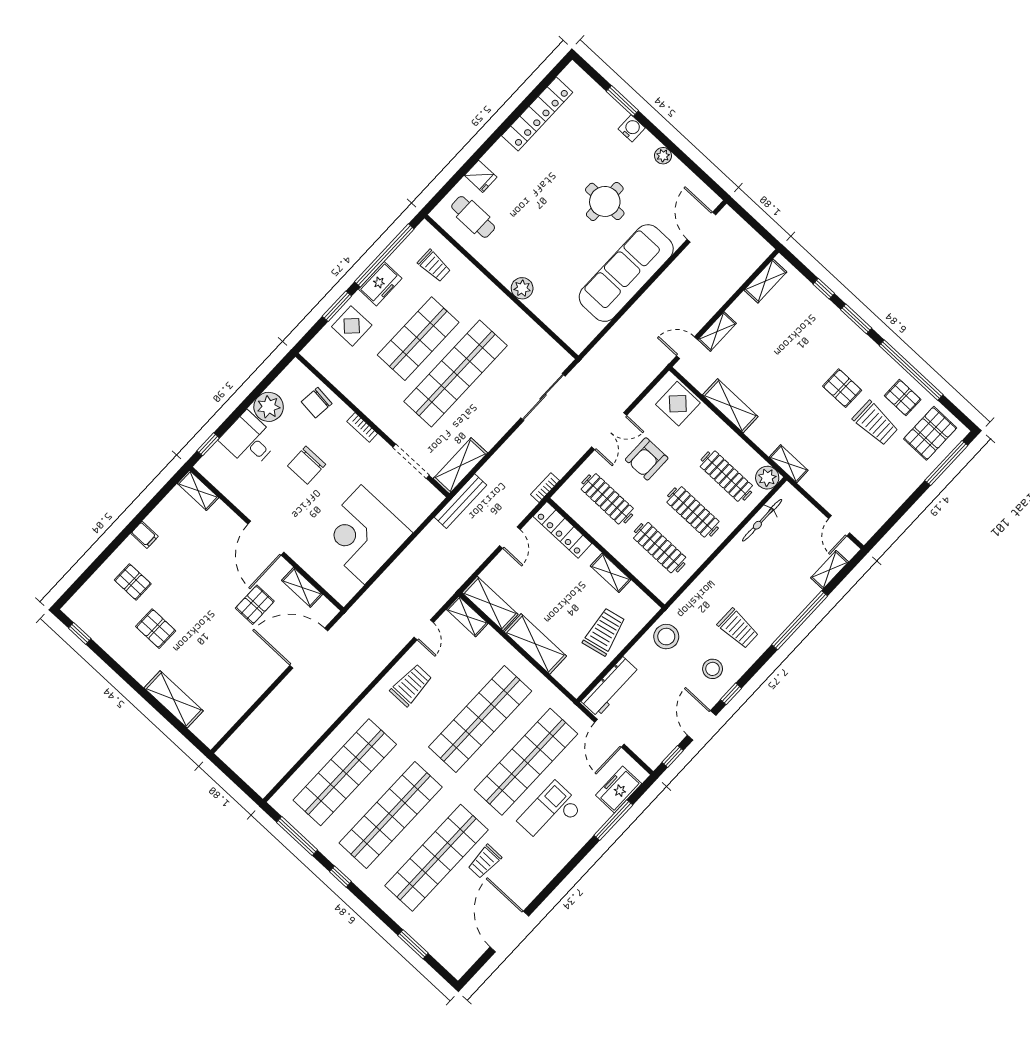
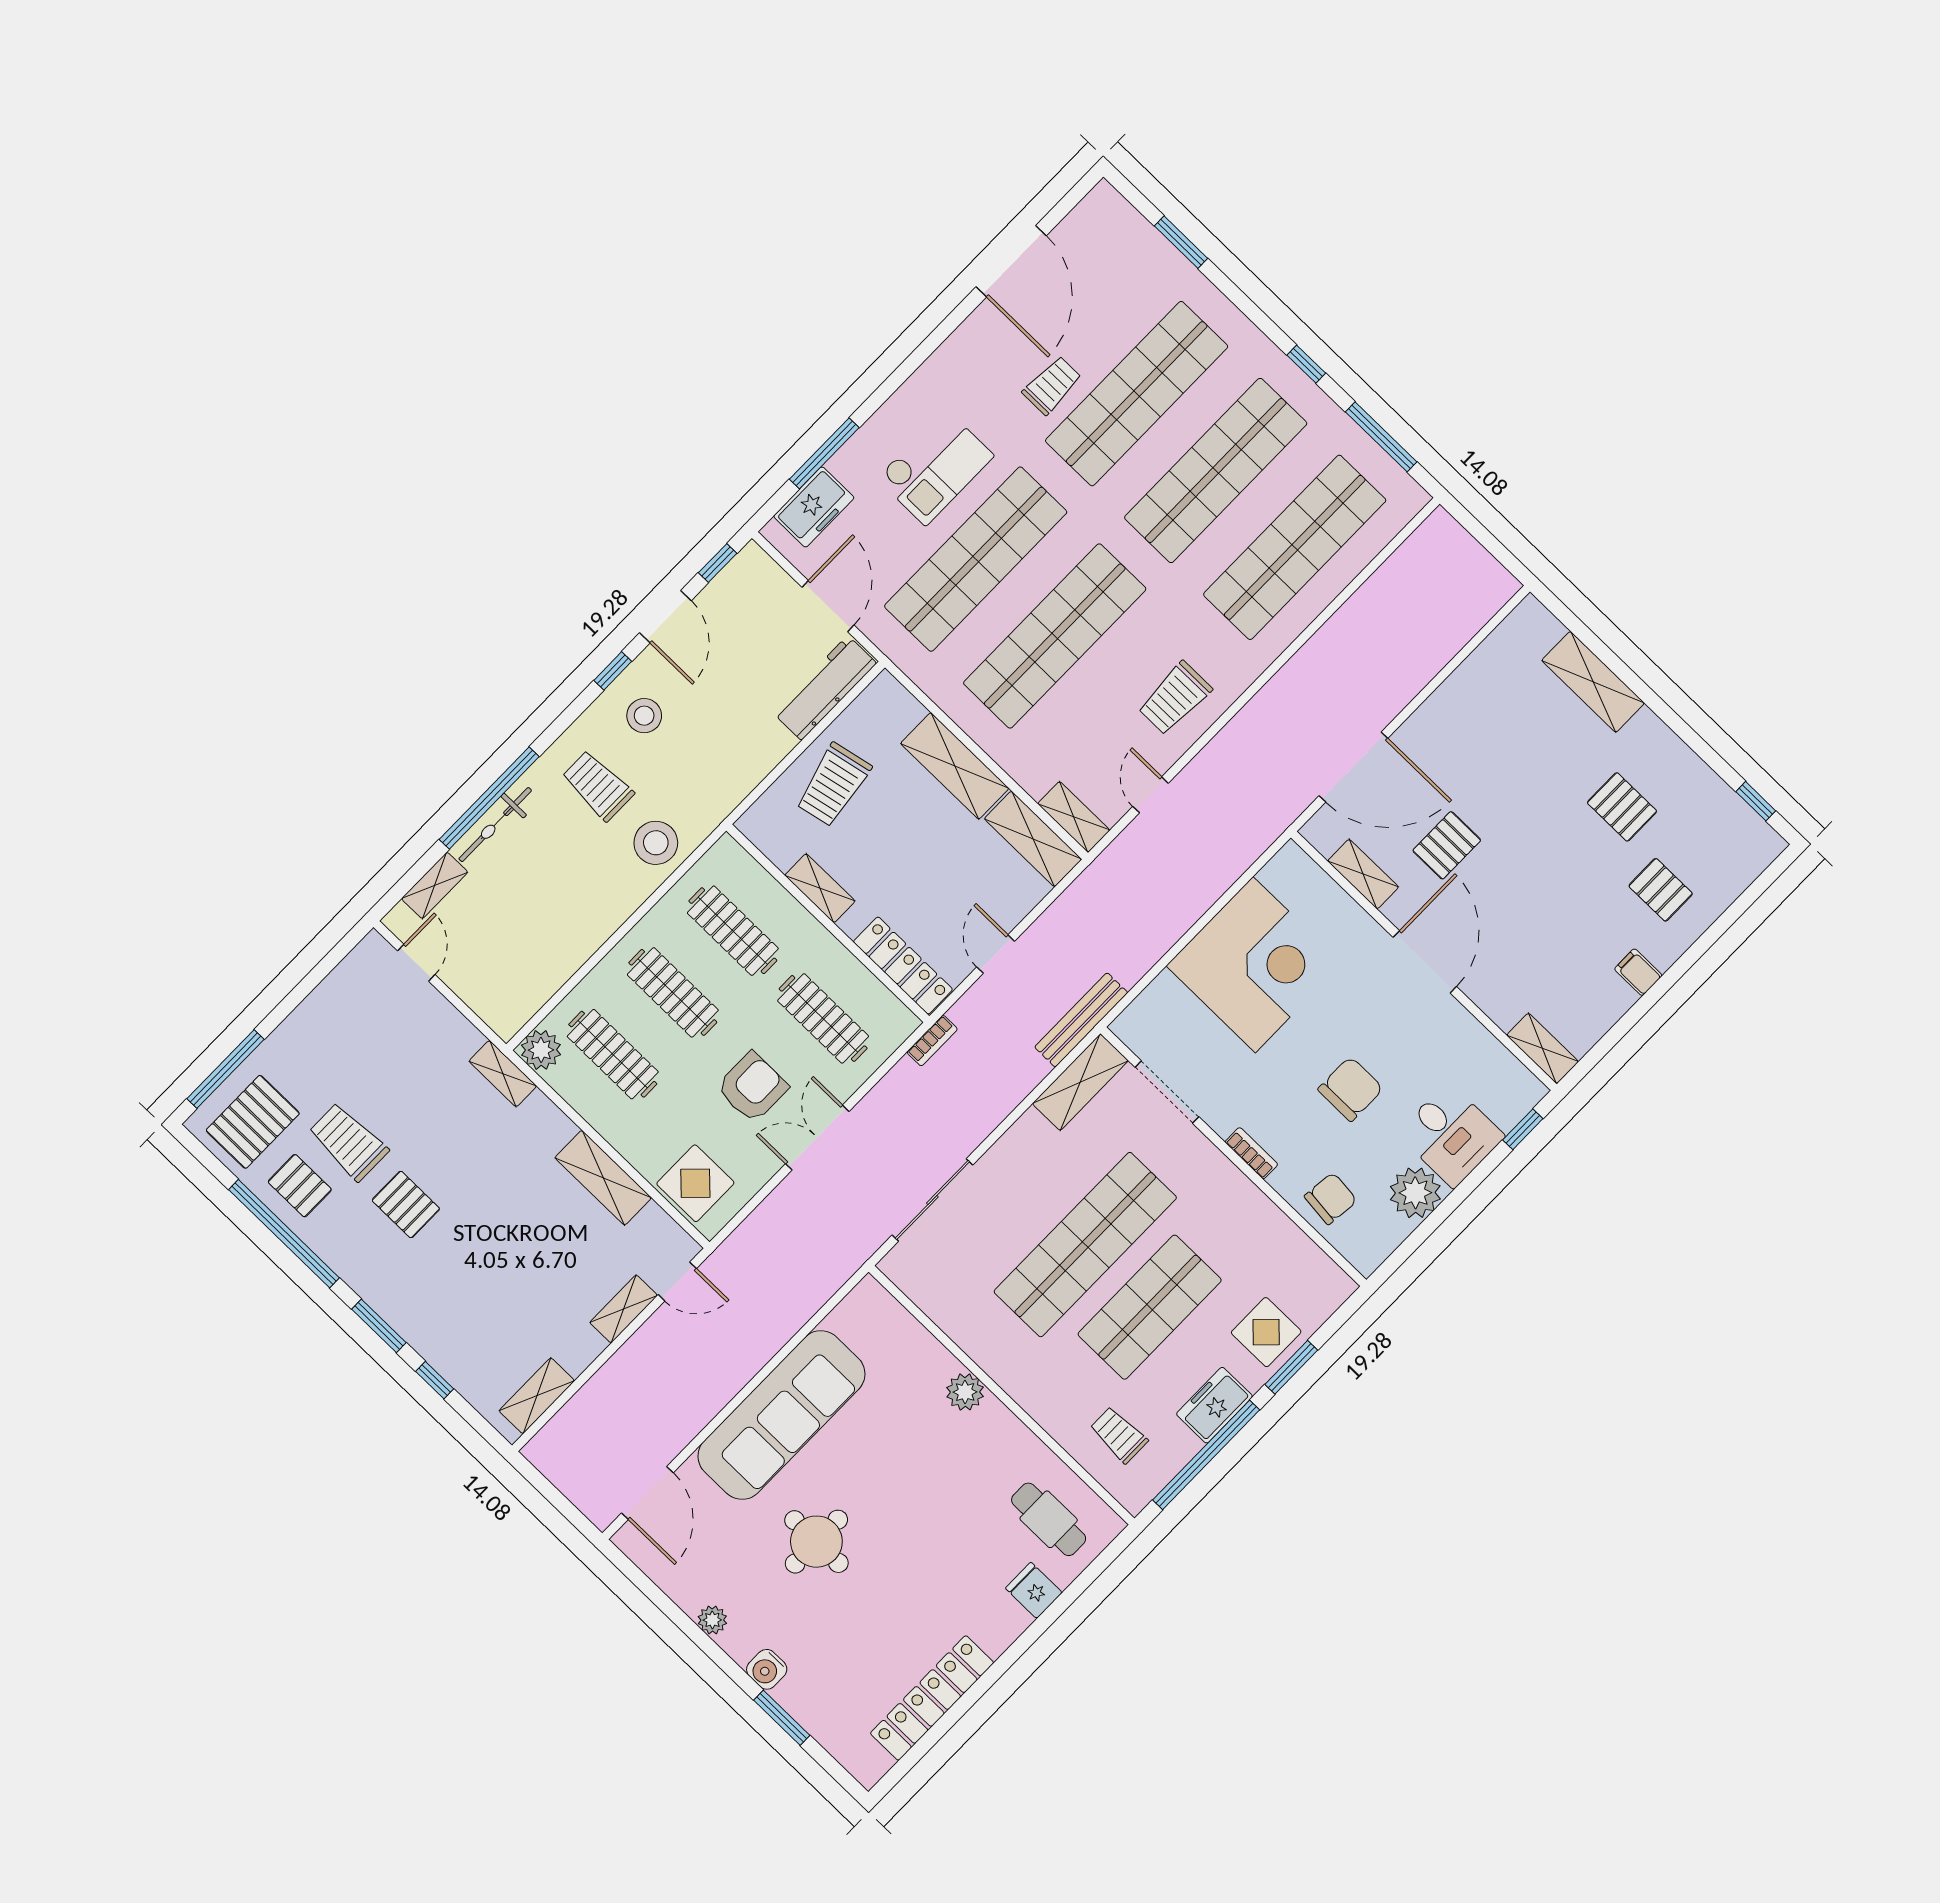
bicycle: (762, 520) -> (495, 825), moved, turned 180
stool: (666, 637) -> (656, 843), moved

